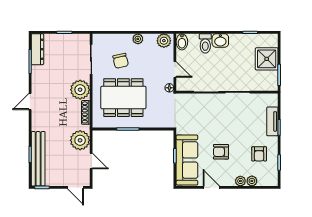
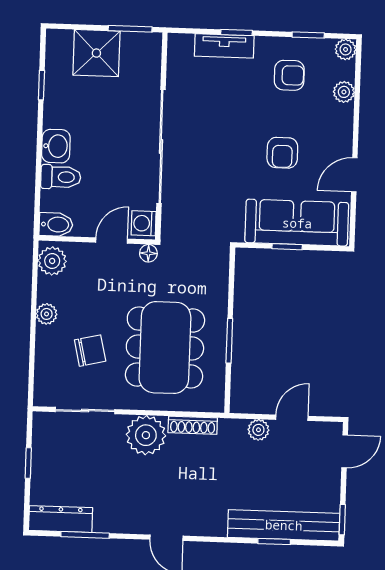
washing machine: (184, 85) -> (144, 223), added
plant: (80, 140) -> (258, 430), width x0.53, depth x0.53
plant: (240, 181) -> (346, 49), moved

